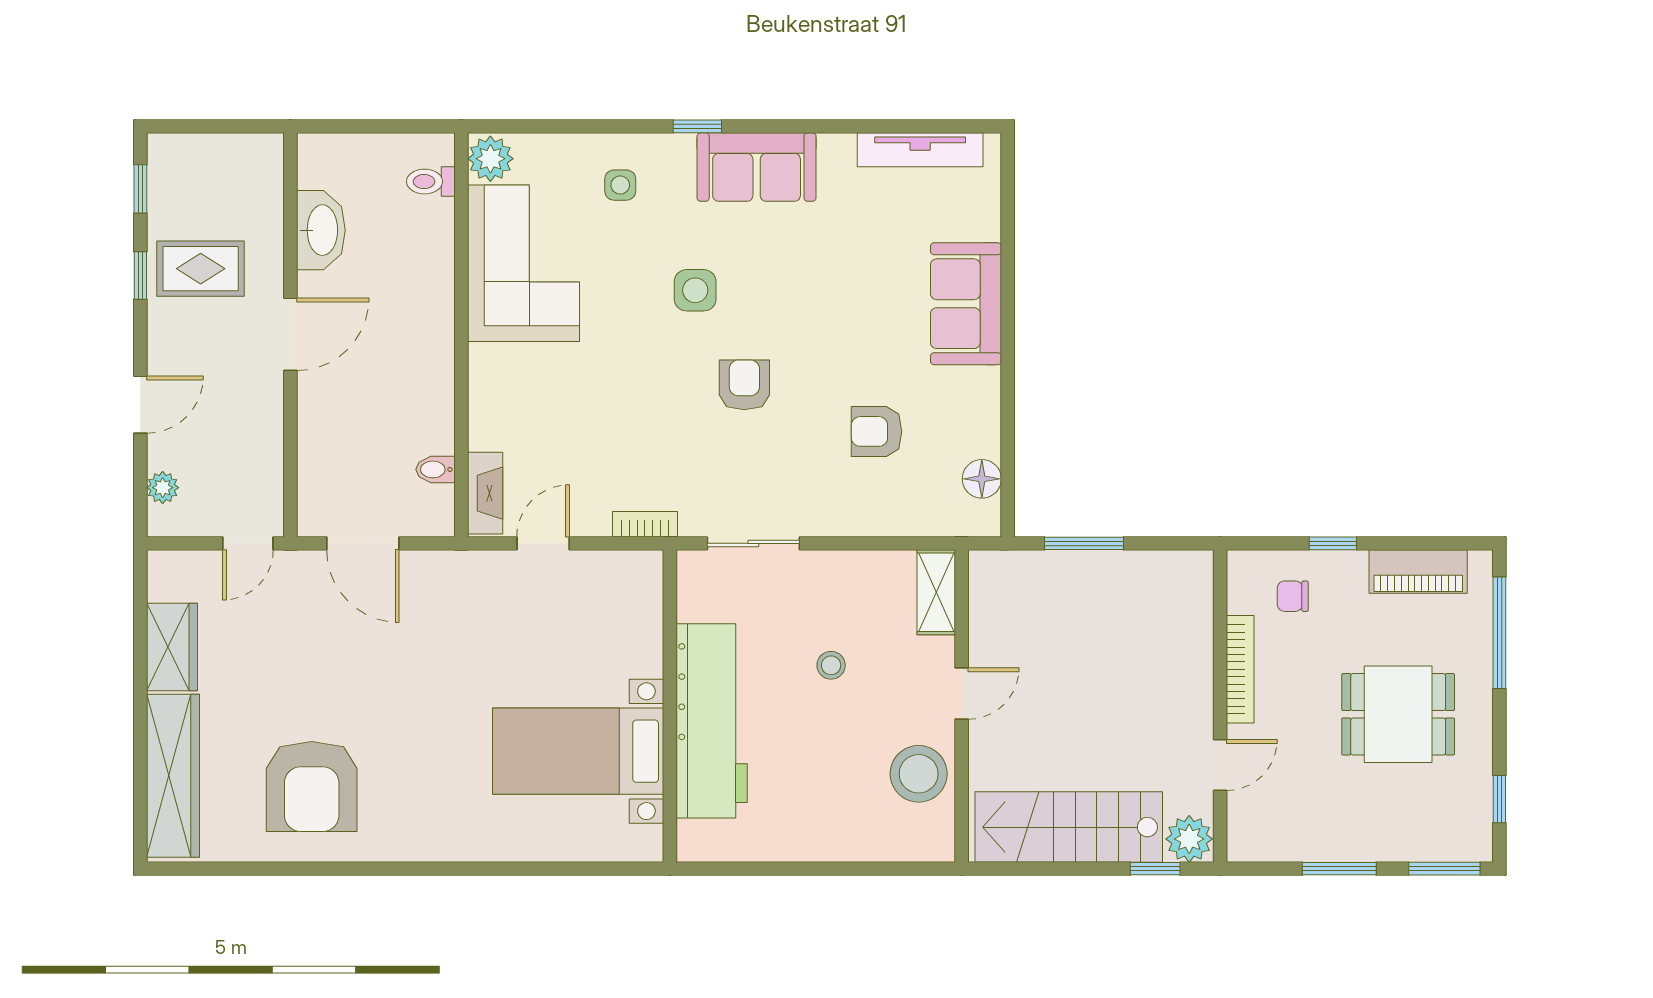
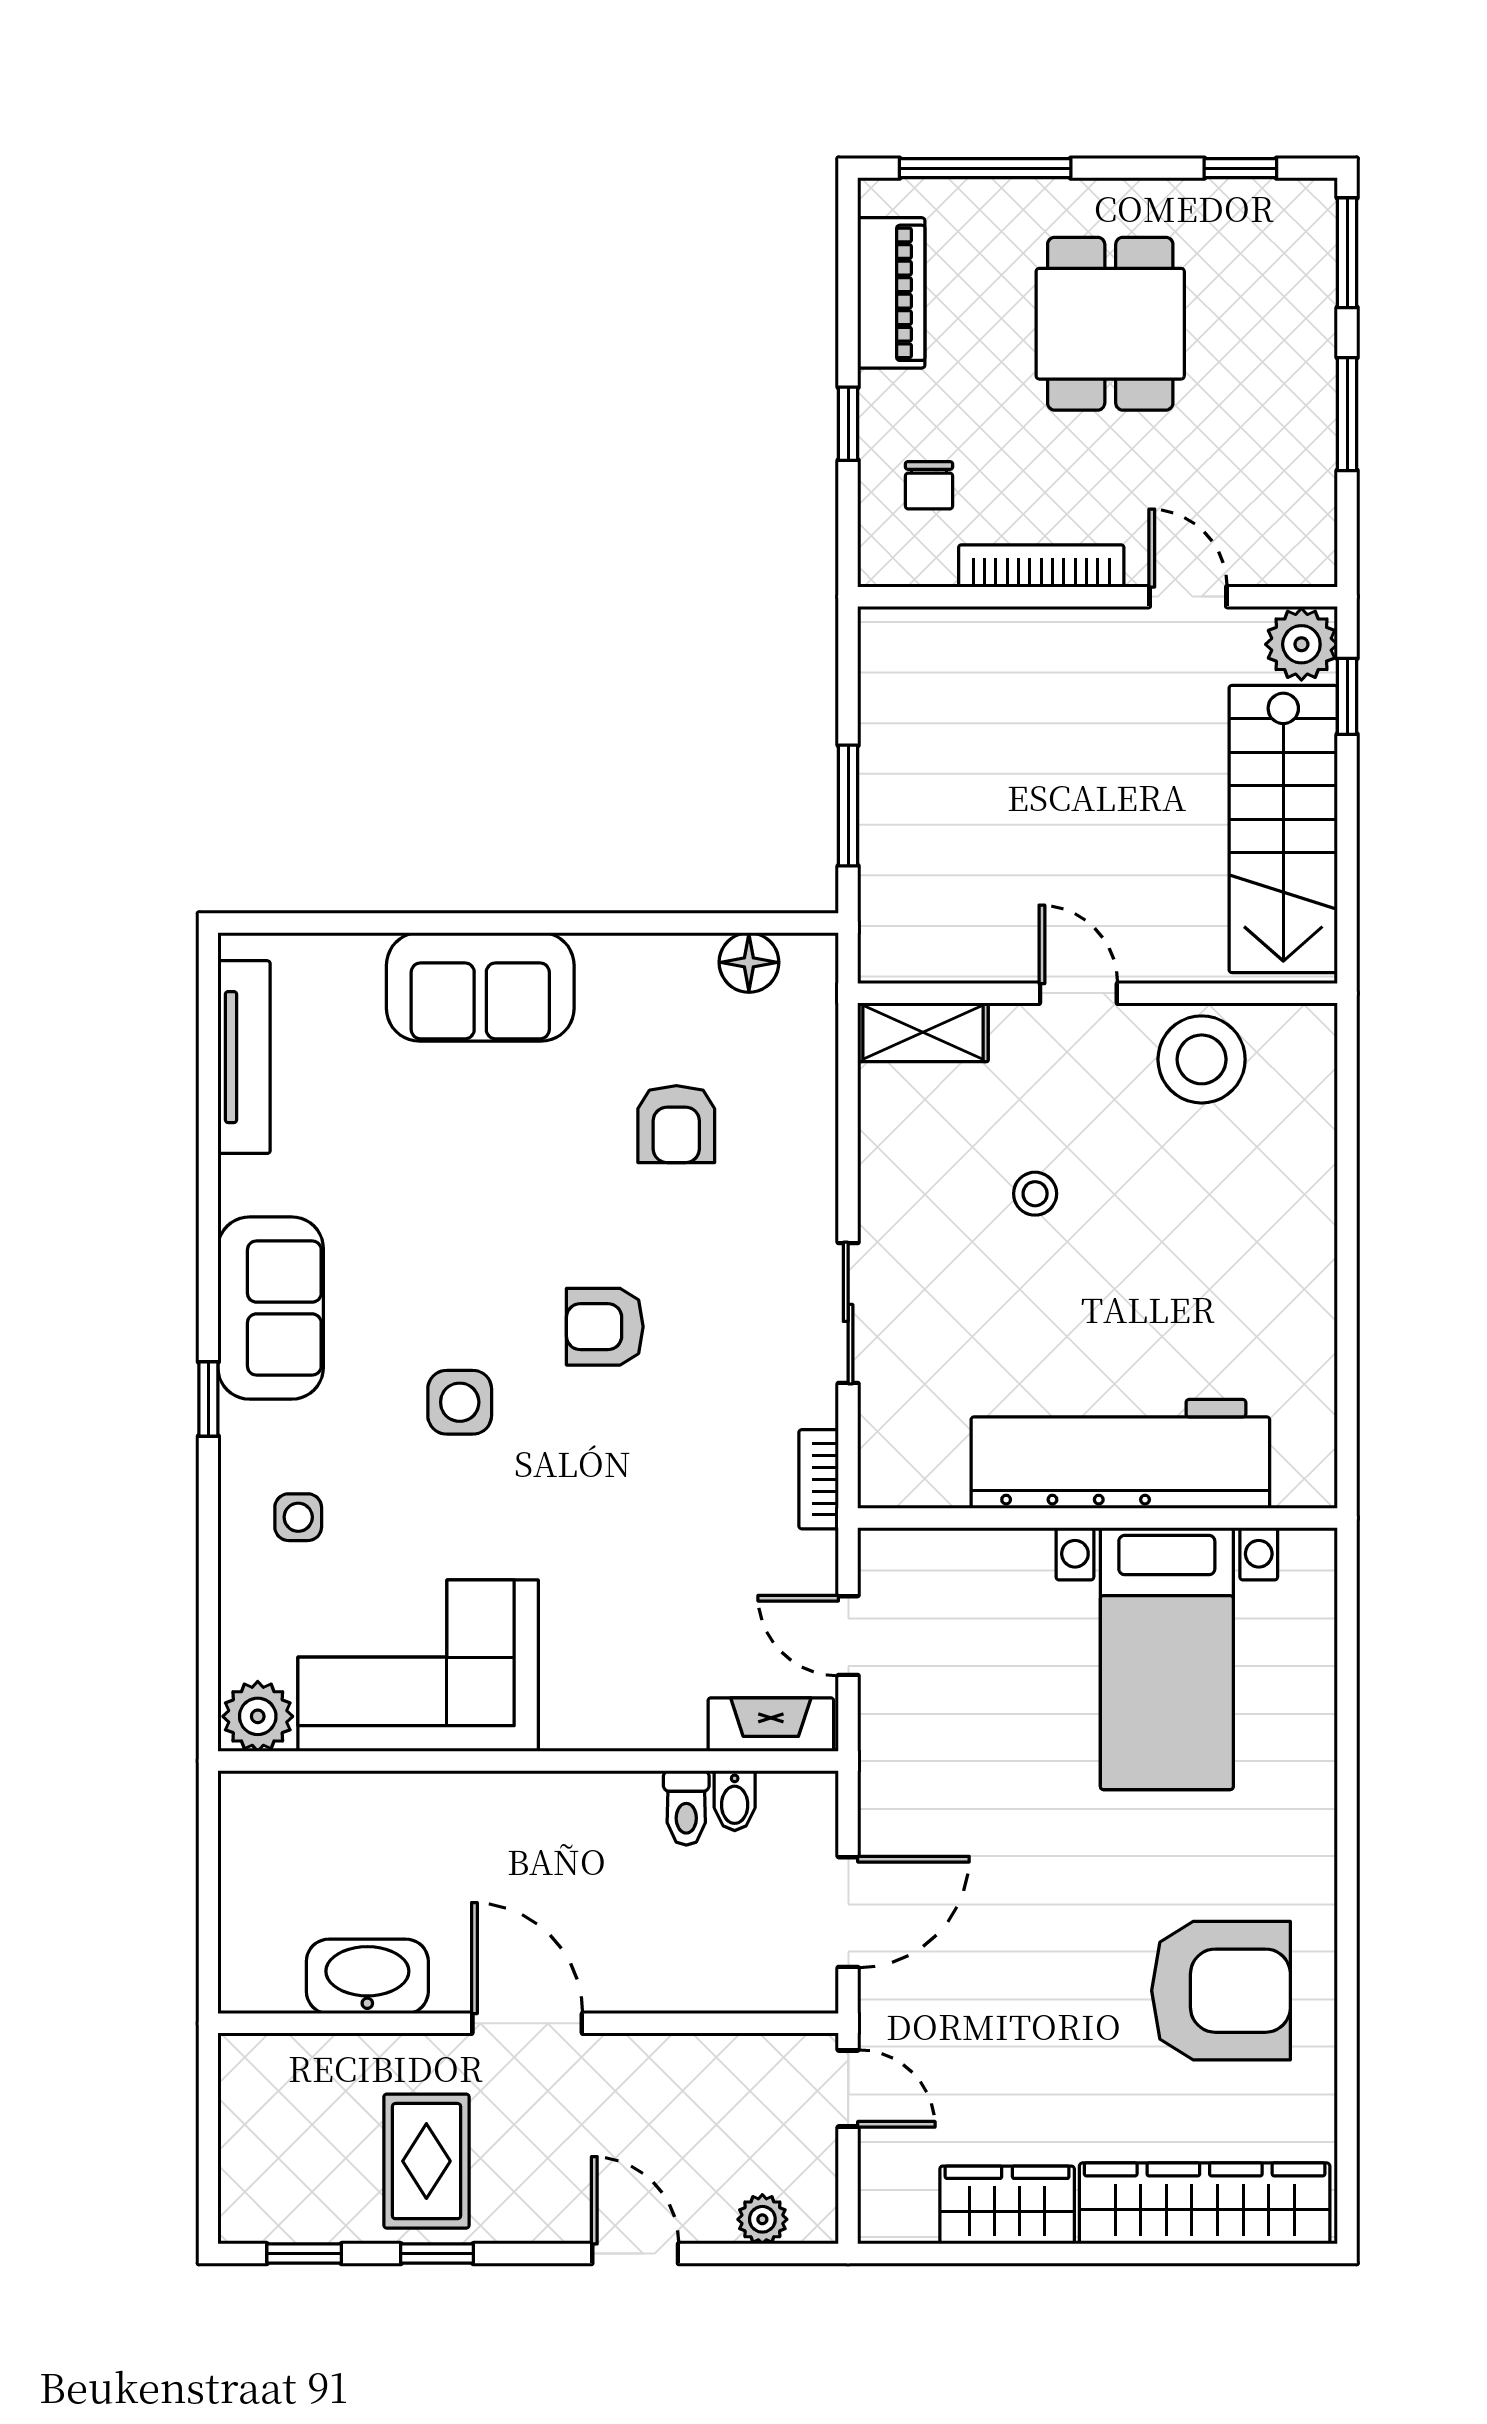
toilet: (431, 182) -> (686, 1808), moved
wall: (670, 706) -> (1098, 1518), moved
workbench: (712, 721) -> (1120, 1454), moved
bed with nightstands: (578, 751) -> (1167, 1659), moved

